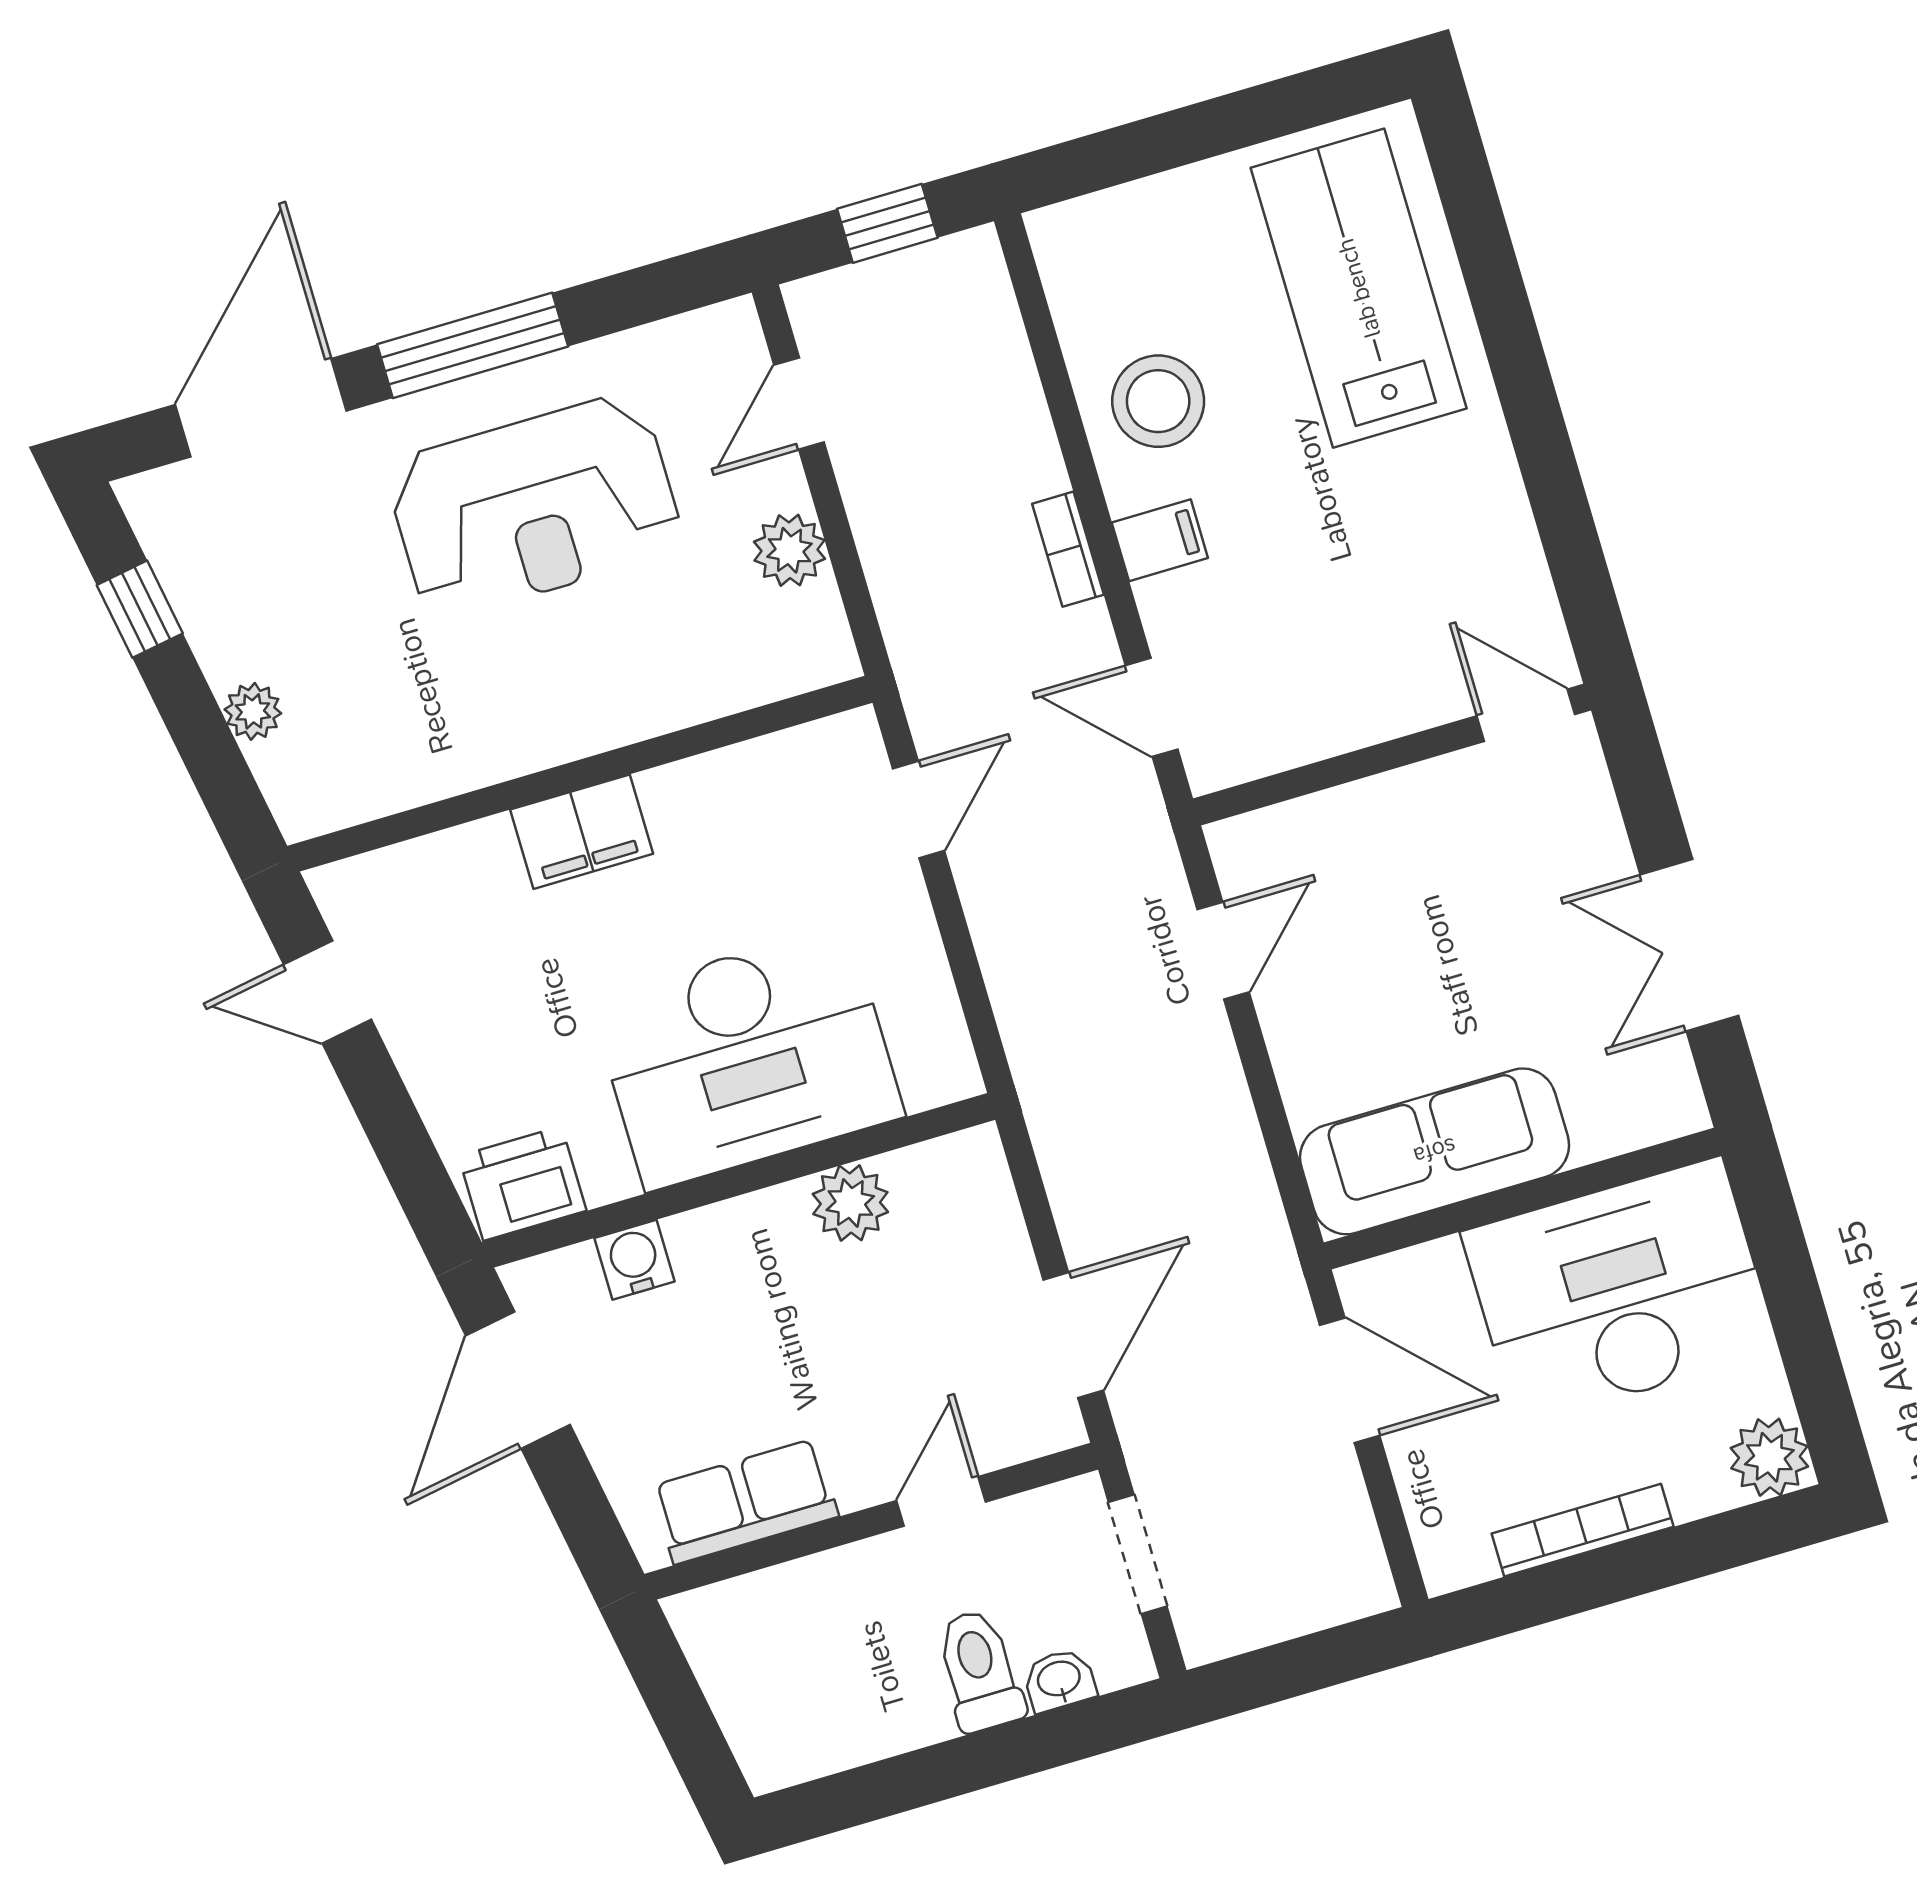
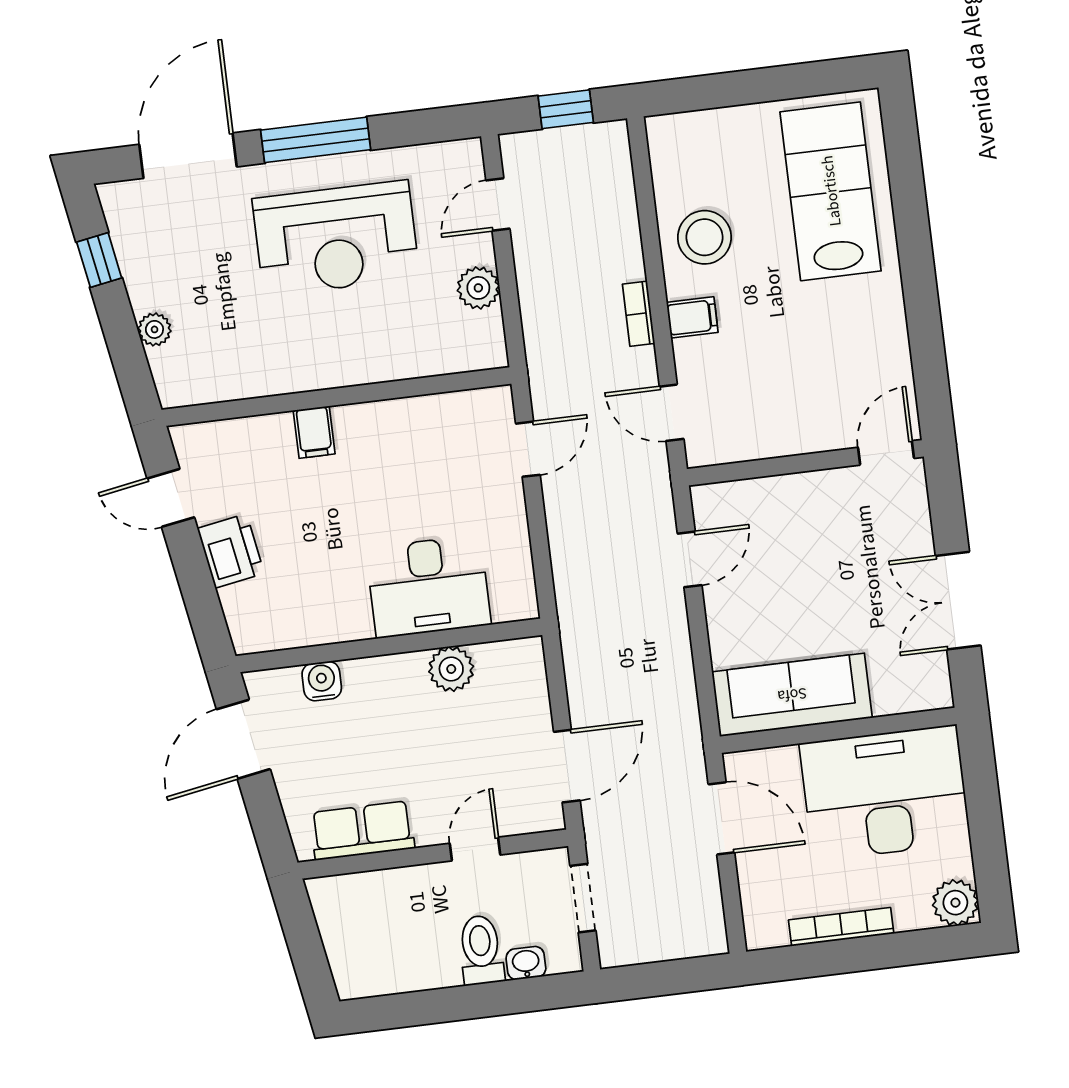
door: (1526, 715) -> (886, 453), hinge flipped
filing cabinet: (582, 832) -> (314, 432), width x0.50
desk: (747, 1057) -> (428, 586), width x0.73, depth x0.77
printer: (522, 1183) -> (231, 551), moved, turned 80

